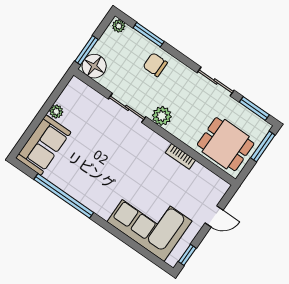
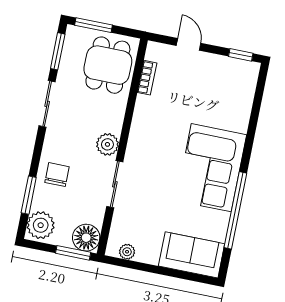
plant: (119, 26) -> (41, 225), width x1.88, depth x1.88
chair: (155, 65) -> (57, 175), turned 180
plant: (56, 112) -> (127, 252), moved
bookcase: (180, 156) -> (147, 78), moved
corner sofa: (149, 221) -> (211, 168), moved

